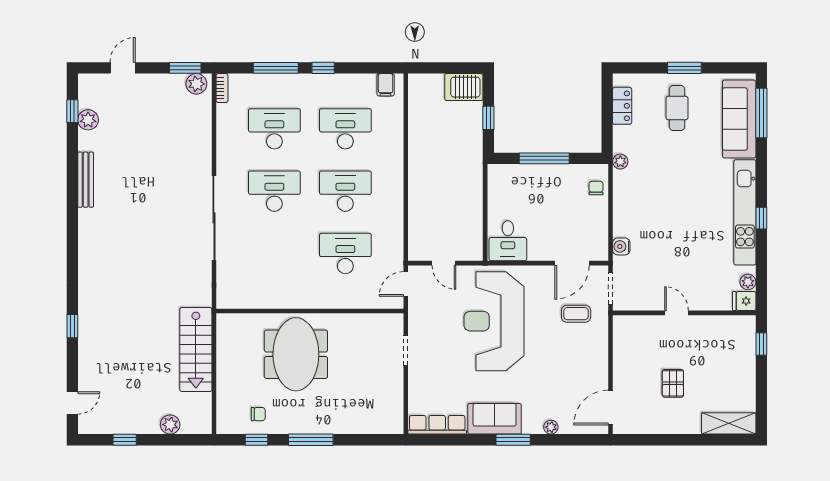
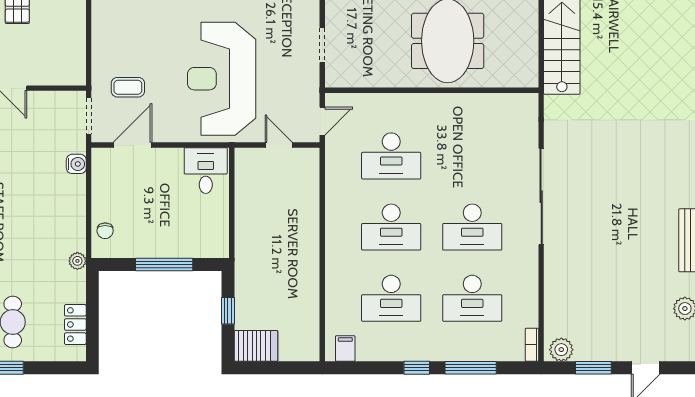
window: (185, 68) -> (593, 368), moved
reception desk: (494, 321) -> (222, 79), turned 180

